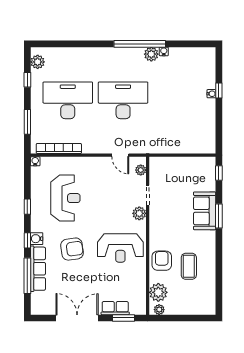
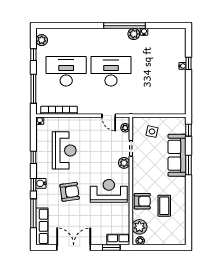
window: (27, 122) -> (33, 89), width x1.44
side table: (174, 175) -> (152, 132), added
sofa: (205, 211) -> (177, 155), width x1.36
reception desk: (120, 248) -> (109, 191), turned 180
armchair: (162, 261) -> (142, 201), turned 90
row of seats: (38, 269) -> (42, 226), moved
row of seats: (115, 308) -> (118, 240), moved

